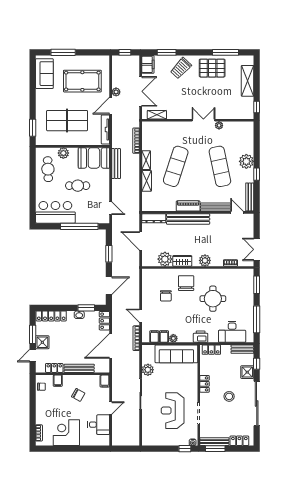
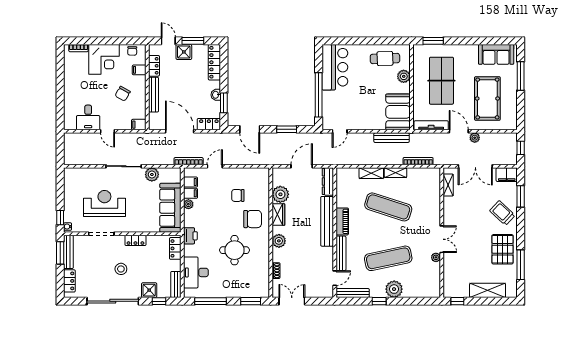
cafe table: (78, 186) -> (366, 93), removed
corner desk: (66, 433) -> (104, 59), moved, turned 90

